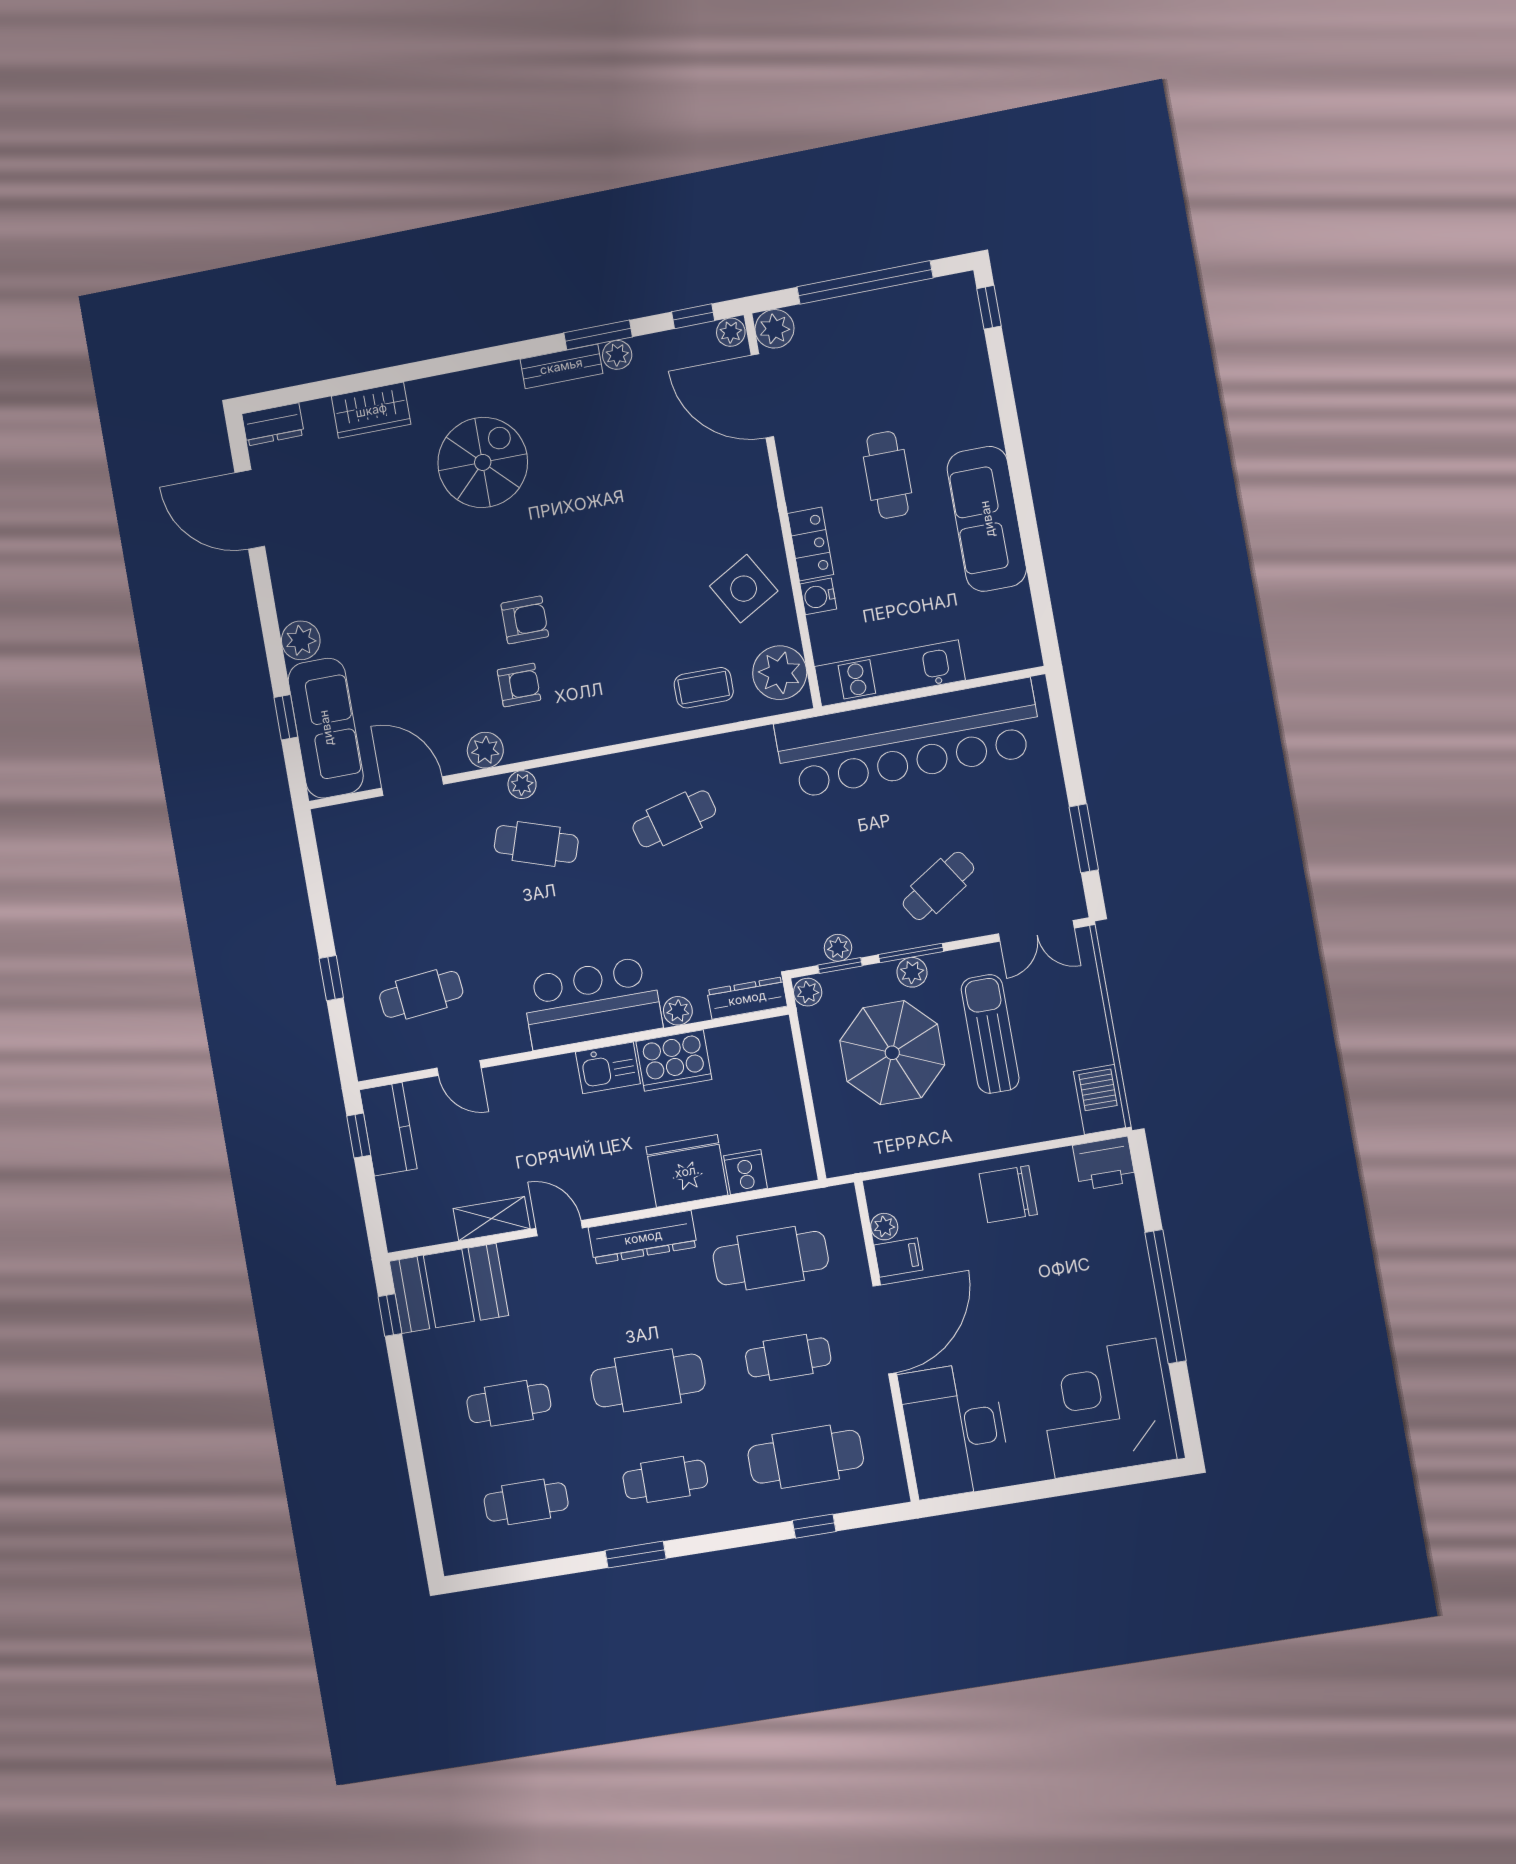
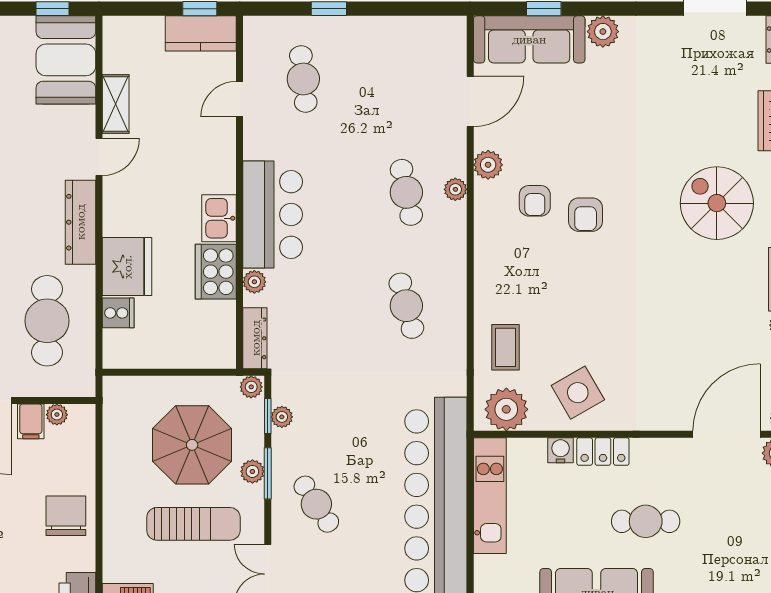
spiral stairs: (483, 462) -> (717, 203), turned 180
cafe table: (536, 844) -> (406, 192), turned -30

